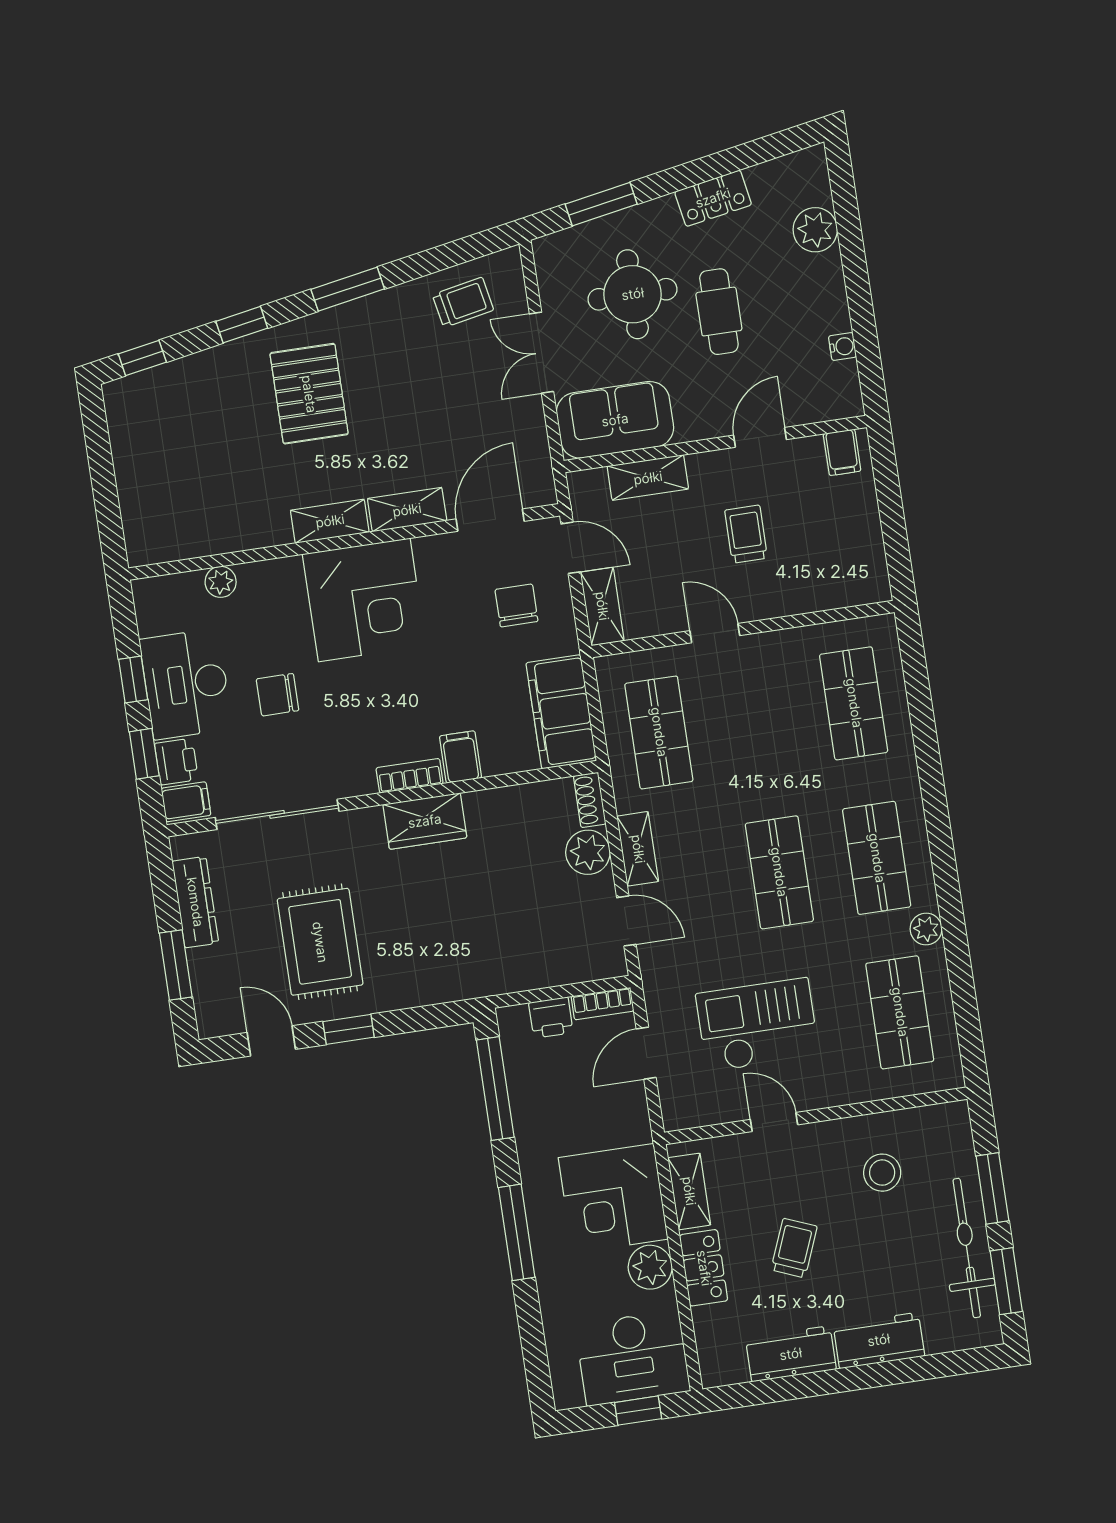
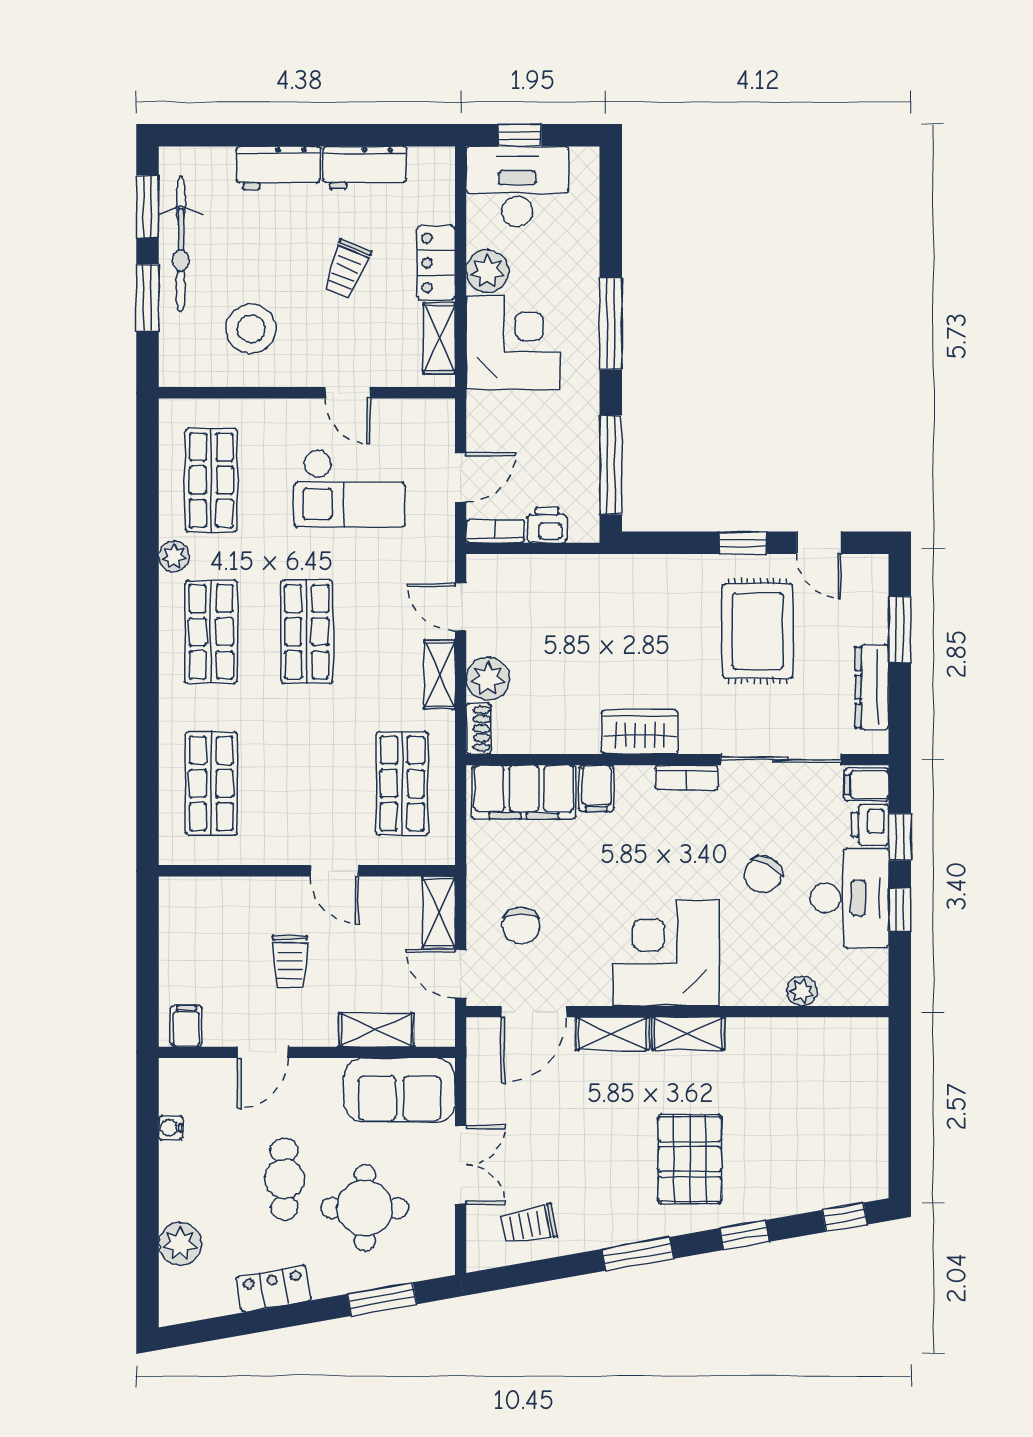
chair: (278, 695) -> (763, 874), turned 117
filing cabinet: (561, 712) -> (524, 792), moved, turned 90
bookcase: (410, 776) -> (686, 778), moved
stool: (882, 1173) -> (251, 329), width x1.38, depth x1.38

